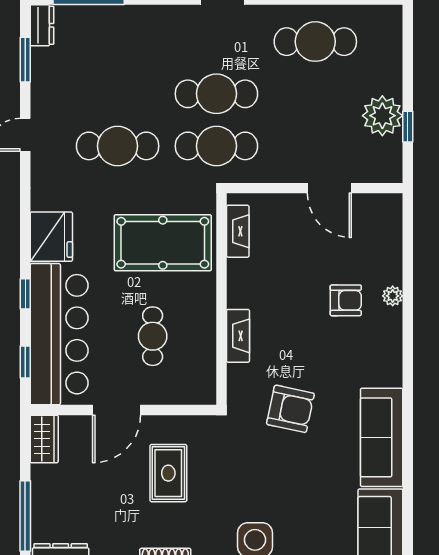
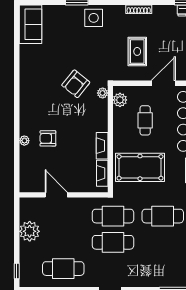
window: (408, 127) -> (17, 271), moved
fireplace: (238, 336) -> (102, 146), moved
plant: (203, 377) -> (120, 100), added
plant: (237, 390) -> (103, 93), added
armchair: (290, 409) -> (76, 84), turned -63
sofa: (382, 437) -> (30, 69), removed

